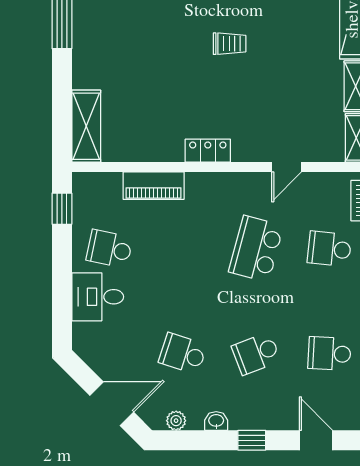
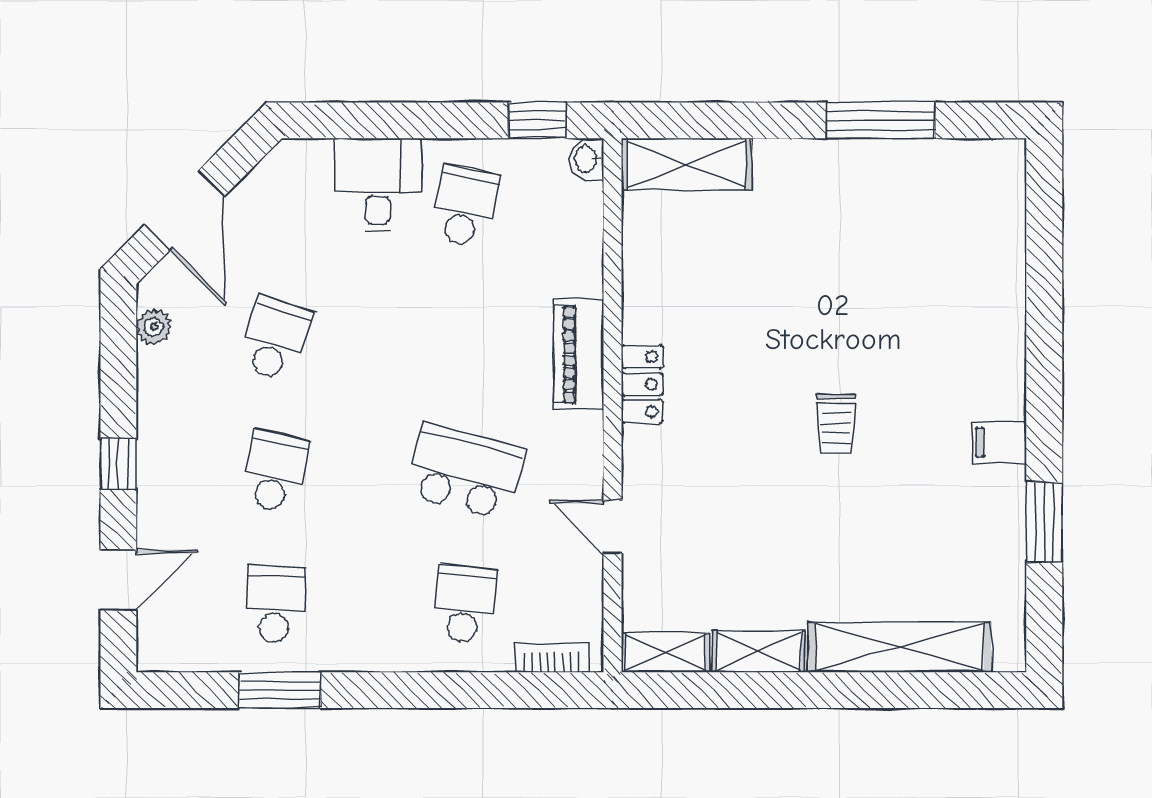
piano: (154, 186) -> (579, 354), moved
school desk: (256, 354) -> (275, 472), turned 33
washbasin: (216, 421) -> (587, 159), moved, turned 180

